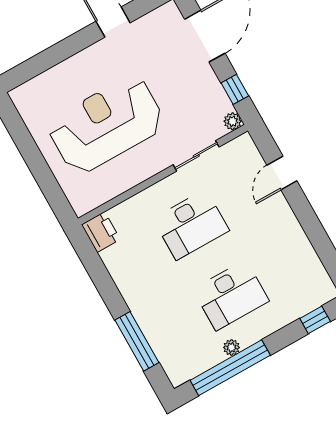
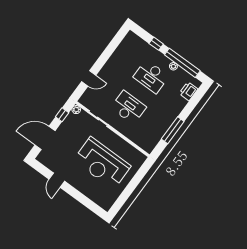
printer: (101, 232) -> (188, 91), moved
desk: (231, 295) -> (151, 77), turned 180
window: (315, 320) -> (156, 44), moved
window: (137, 341) -> (173, 130), moved

